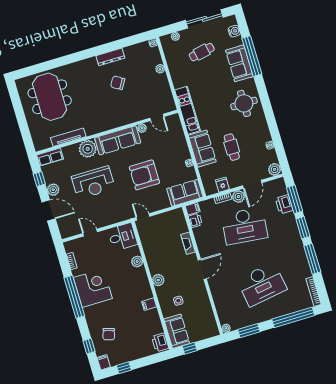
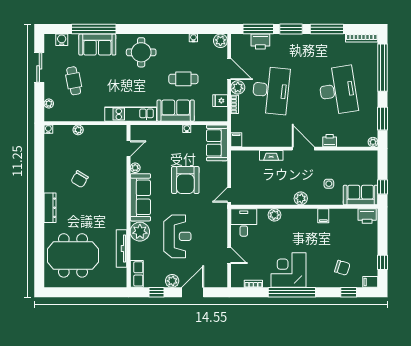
sliding door: (204, 19) -> (39, 67), width x0.73
dresser: (110, 57) -> (50, 208), moved
printer: (195, 220) -> (330, 141), moved
door: (90, 233) -> (229, 255), swing flipped

